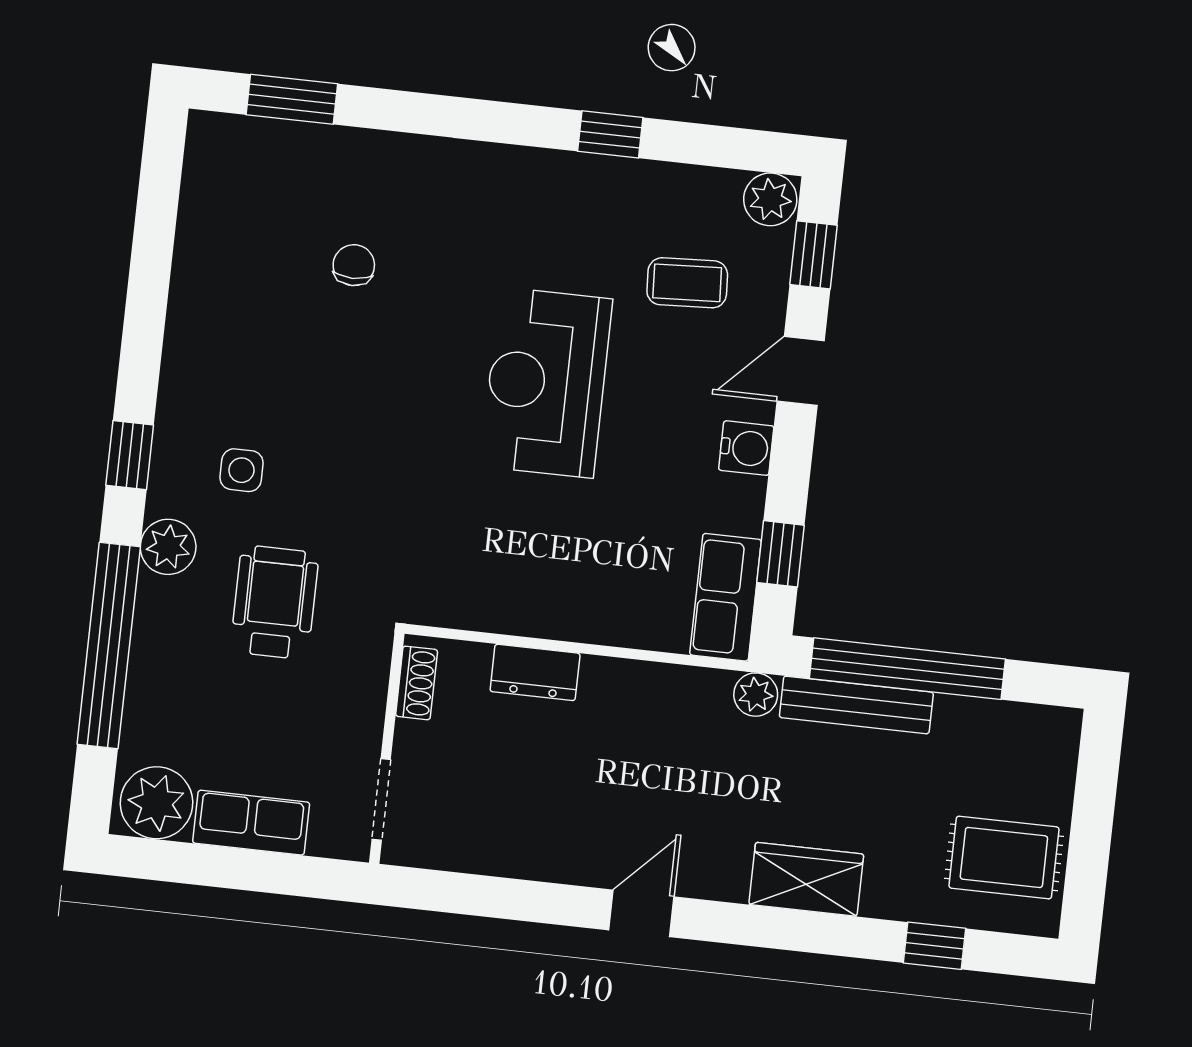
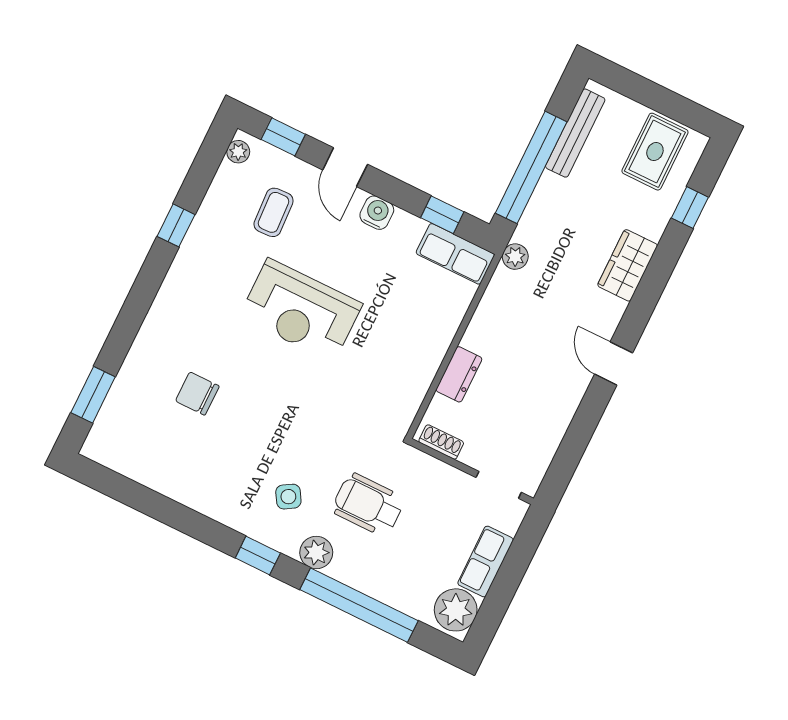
plant: (770, 199) -> (238, 152), width x0.73, depth x0.73
chair: (354, 265) -> (197, 394), width x1.37, depth x1.37
side table: (241, 470) -> (288, 497), turned -31
bench: (856, 705) -> (575, 133), moved

